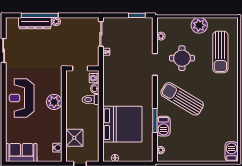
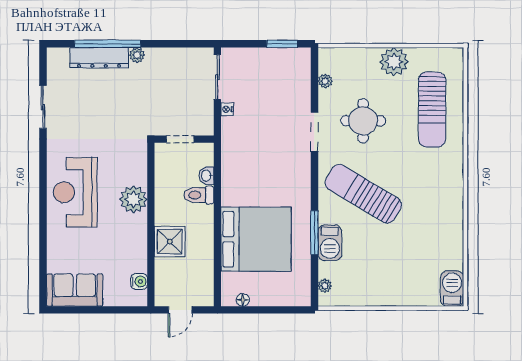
washing machine: (94, 78) -> (205, 157), removed
shower: (74, 138) -> (170, 242), moved

